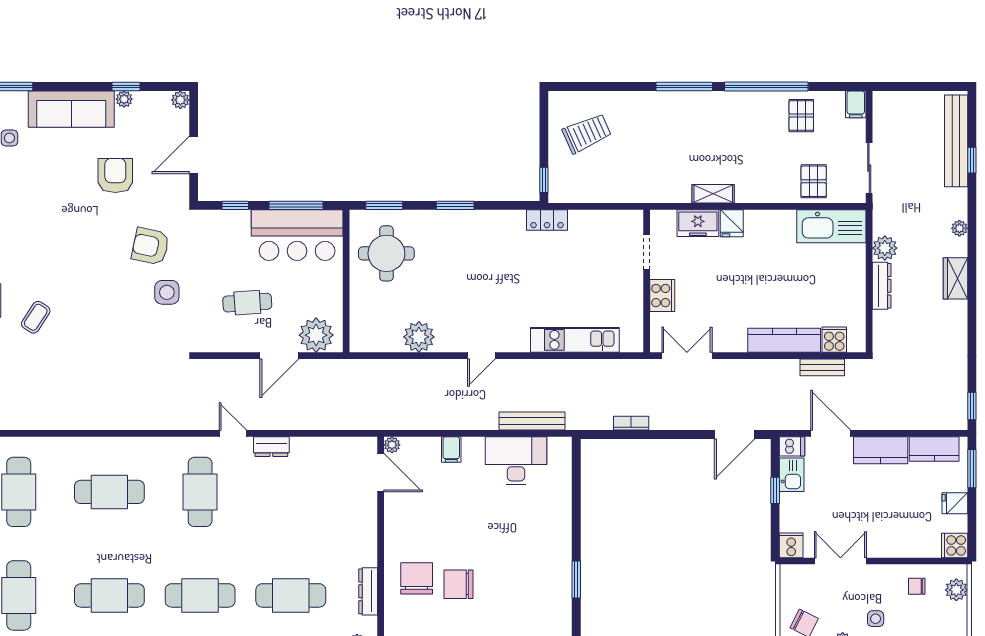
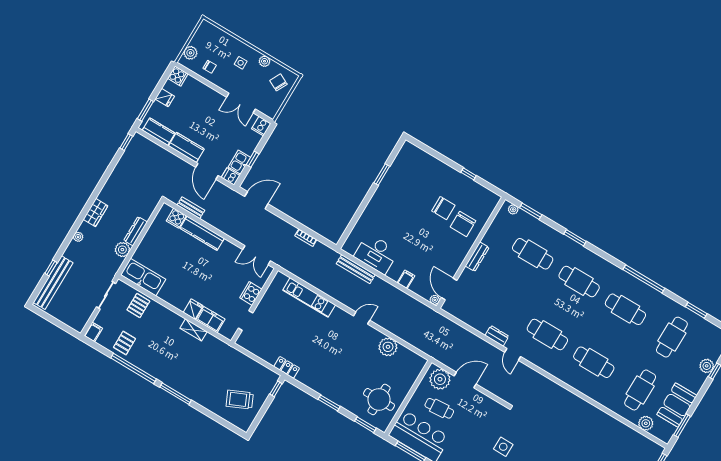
cafe table: (247, 303) -> (439, 408), moved
cafe table: (200, 492) -> (547, 334), turned 90
dresser: (368, 591) -> (477, 257), moved

